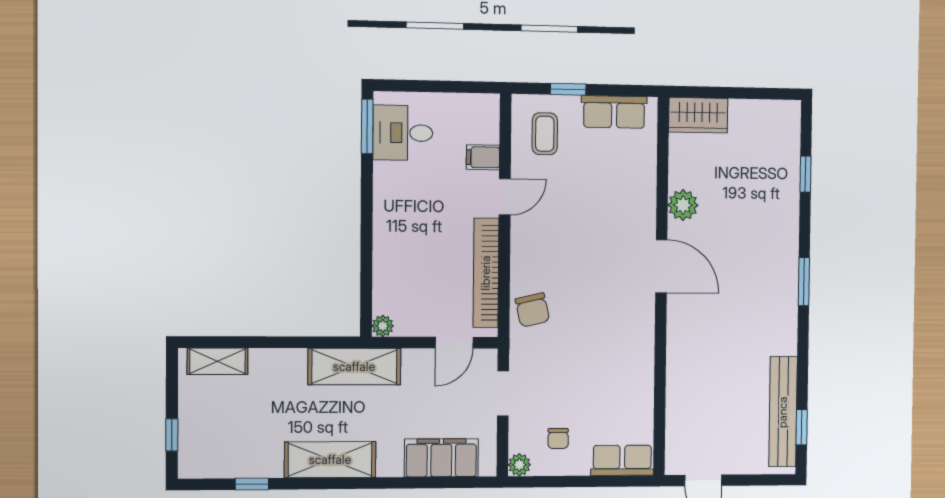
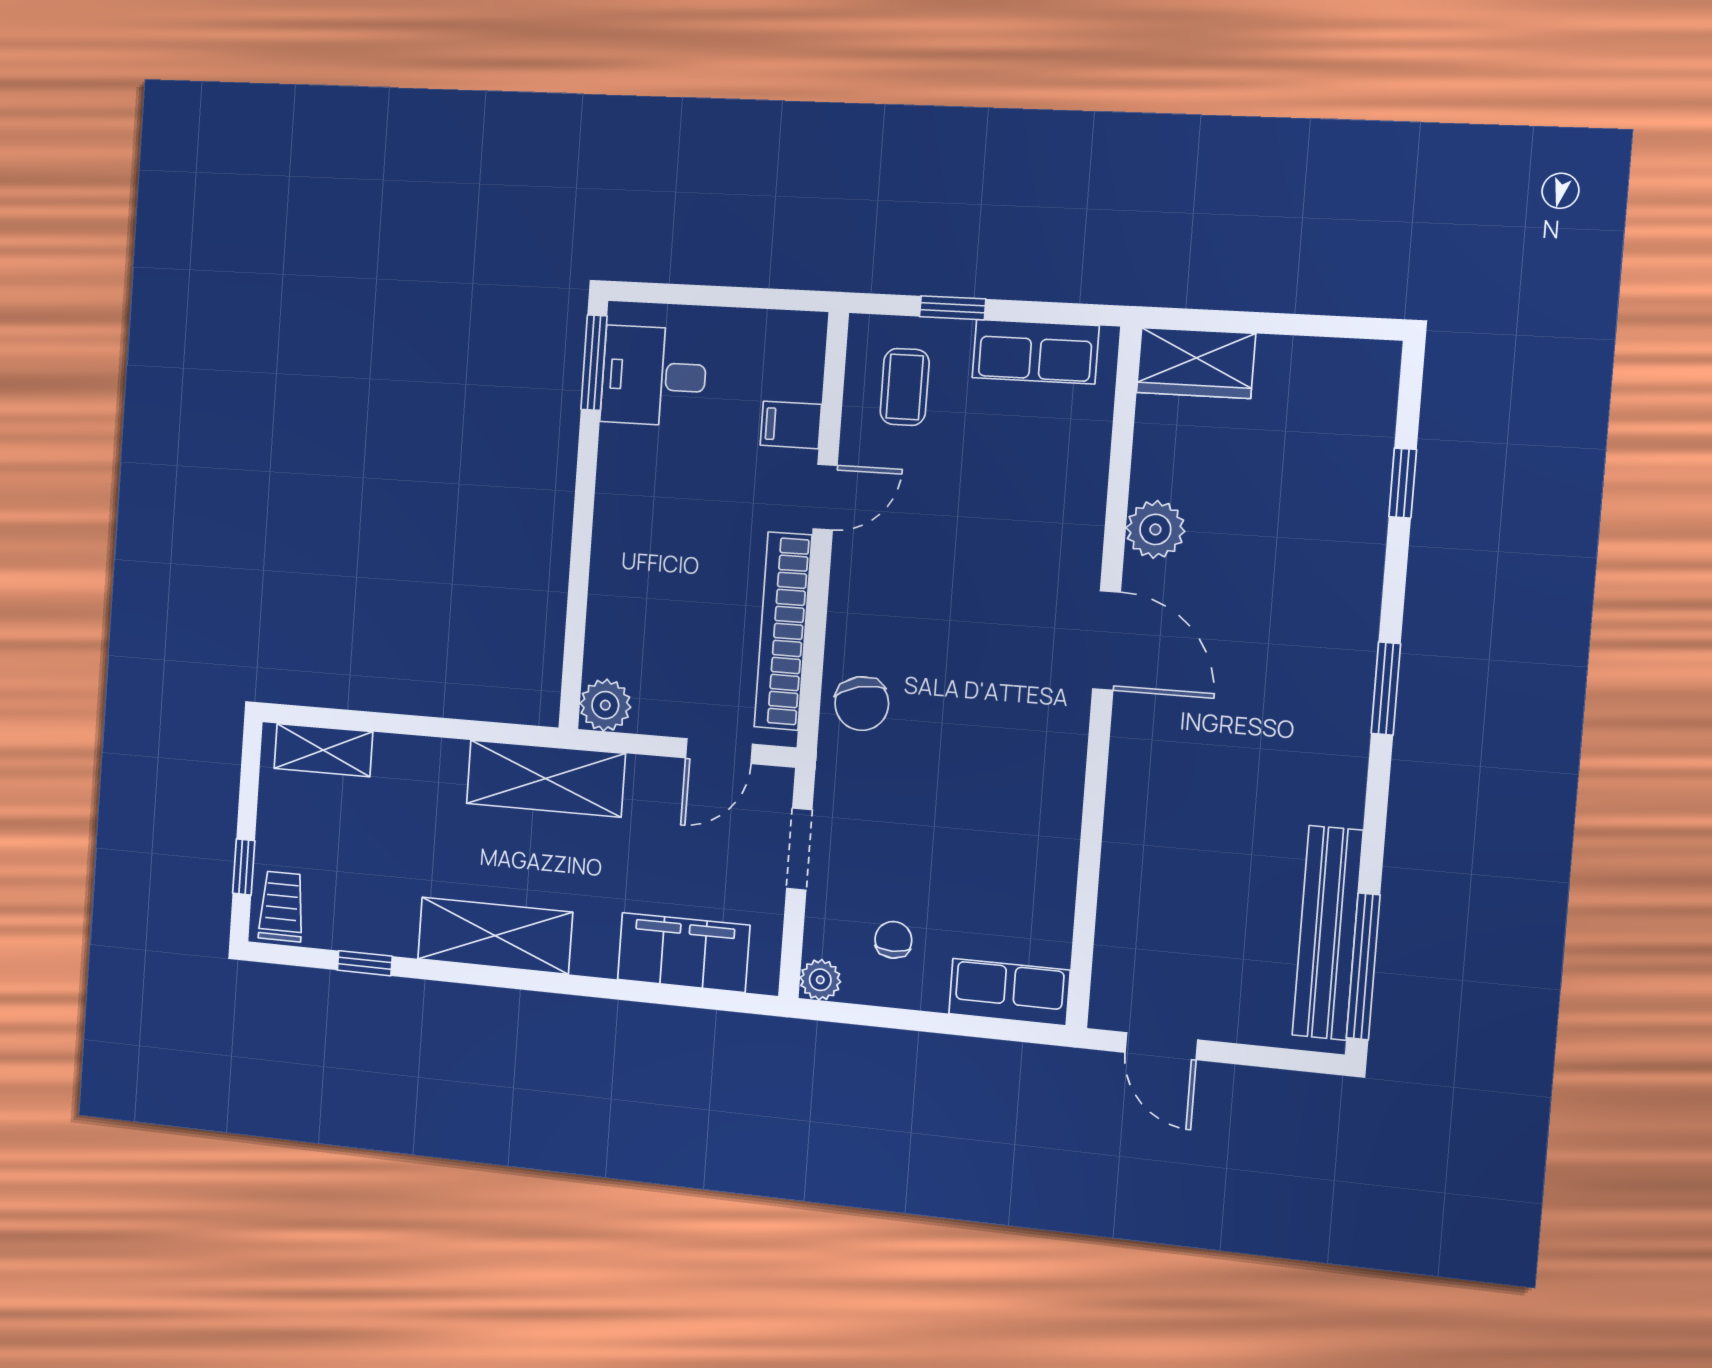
plant: (383, 326) -> (605, 705), width x1.38, depth x1.38
window: (802, 427) -> (1363, 966), width x2.17
chair: (558, 439) -> (893, 940), turned 180
trolley: (197, 456) -> (282, 906), added

